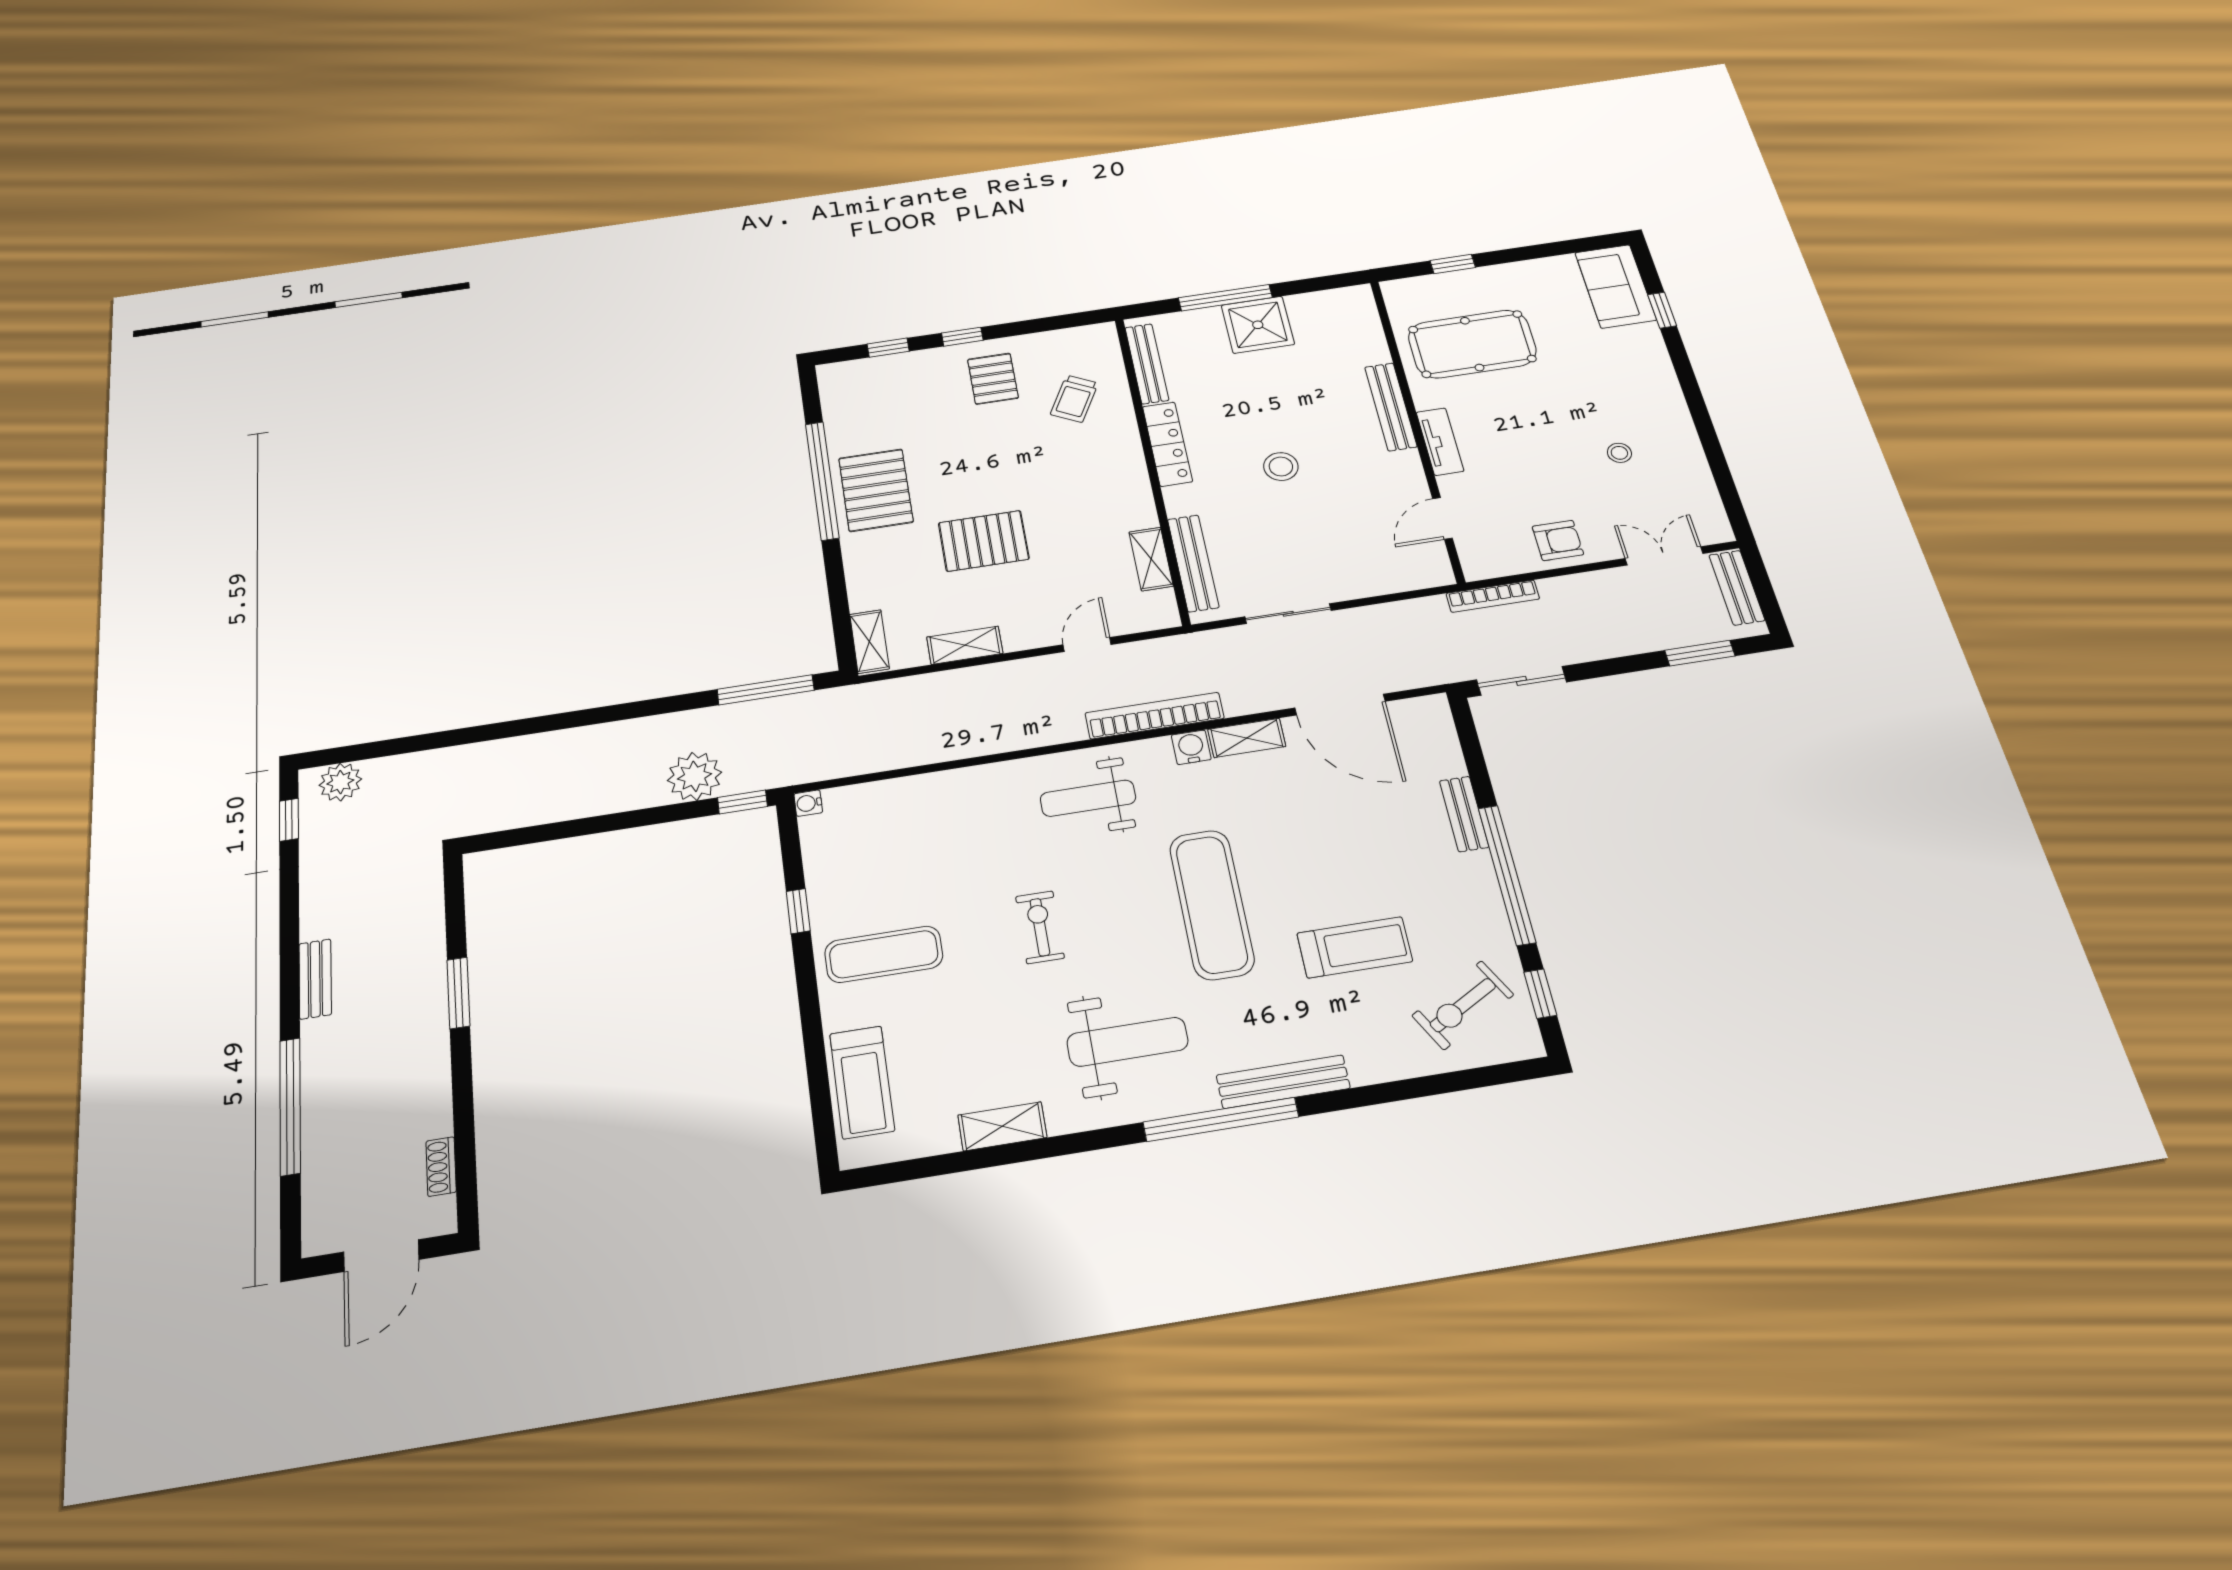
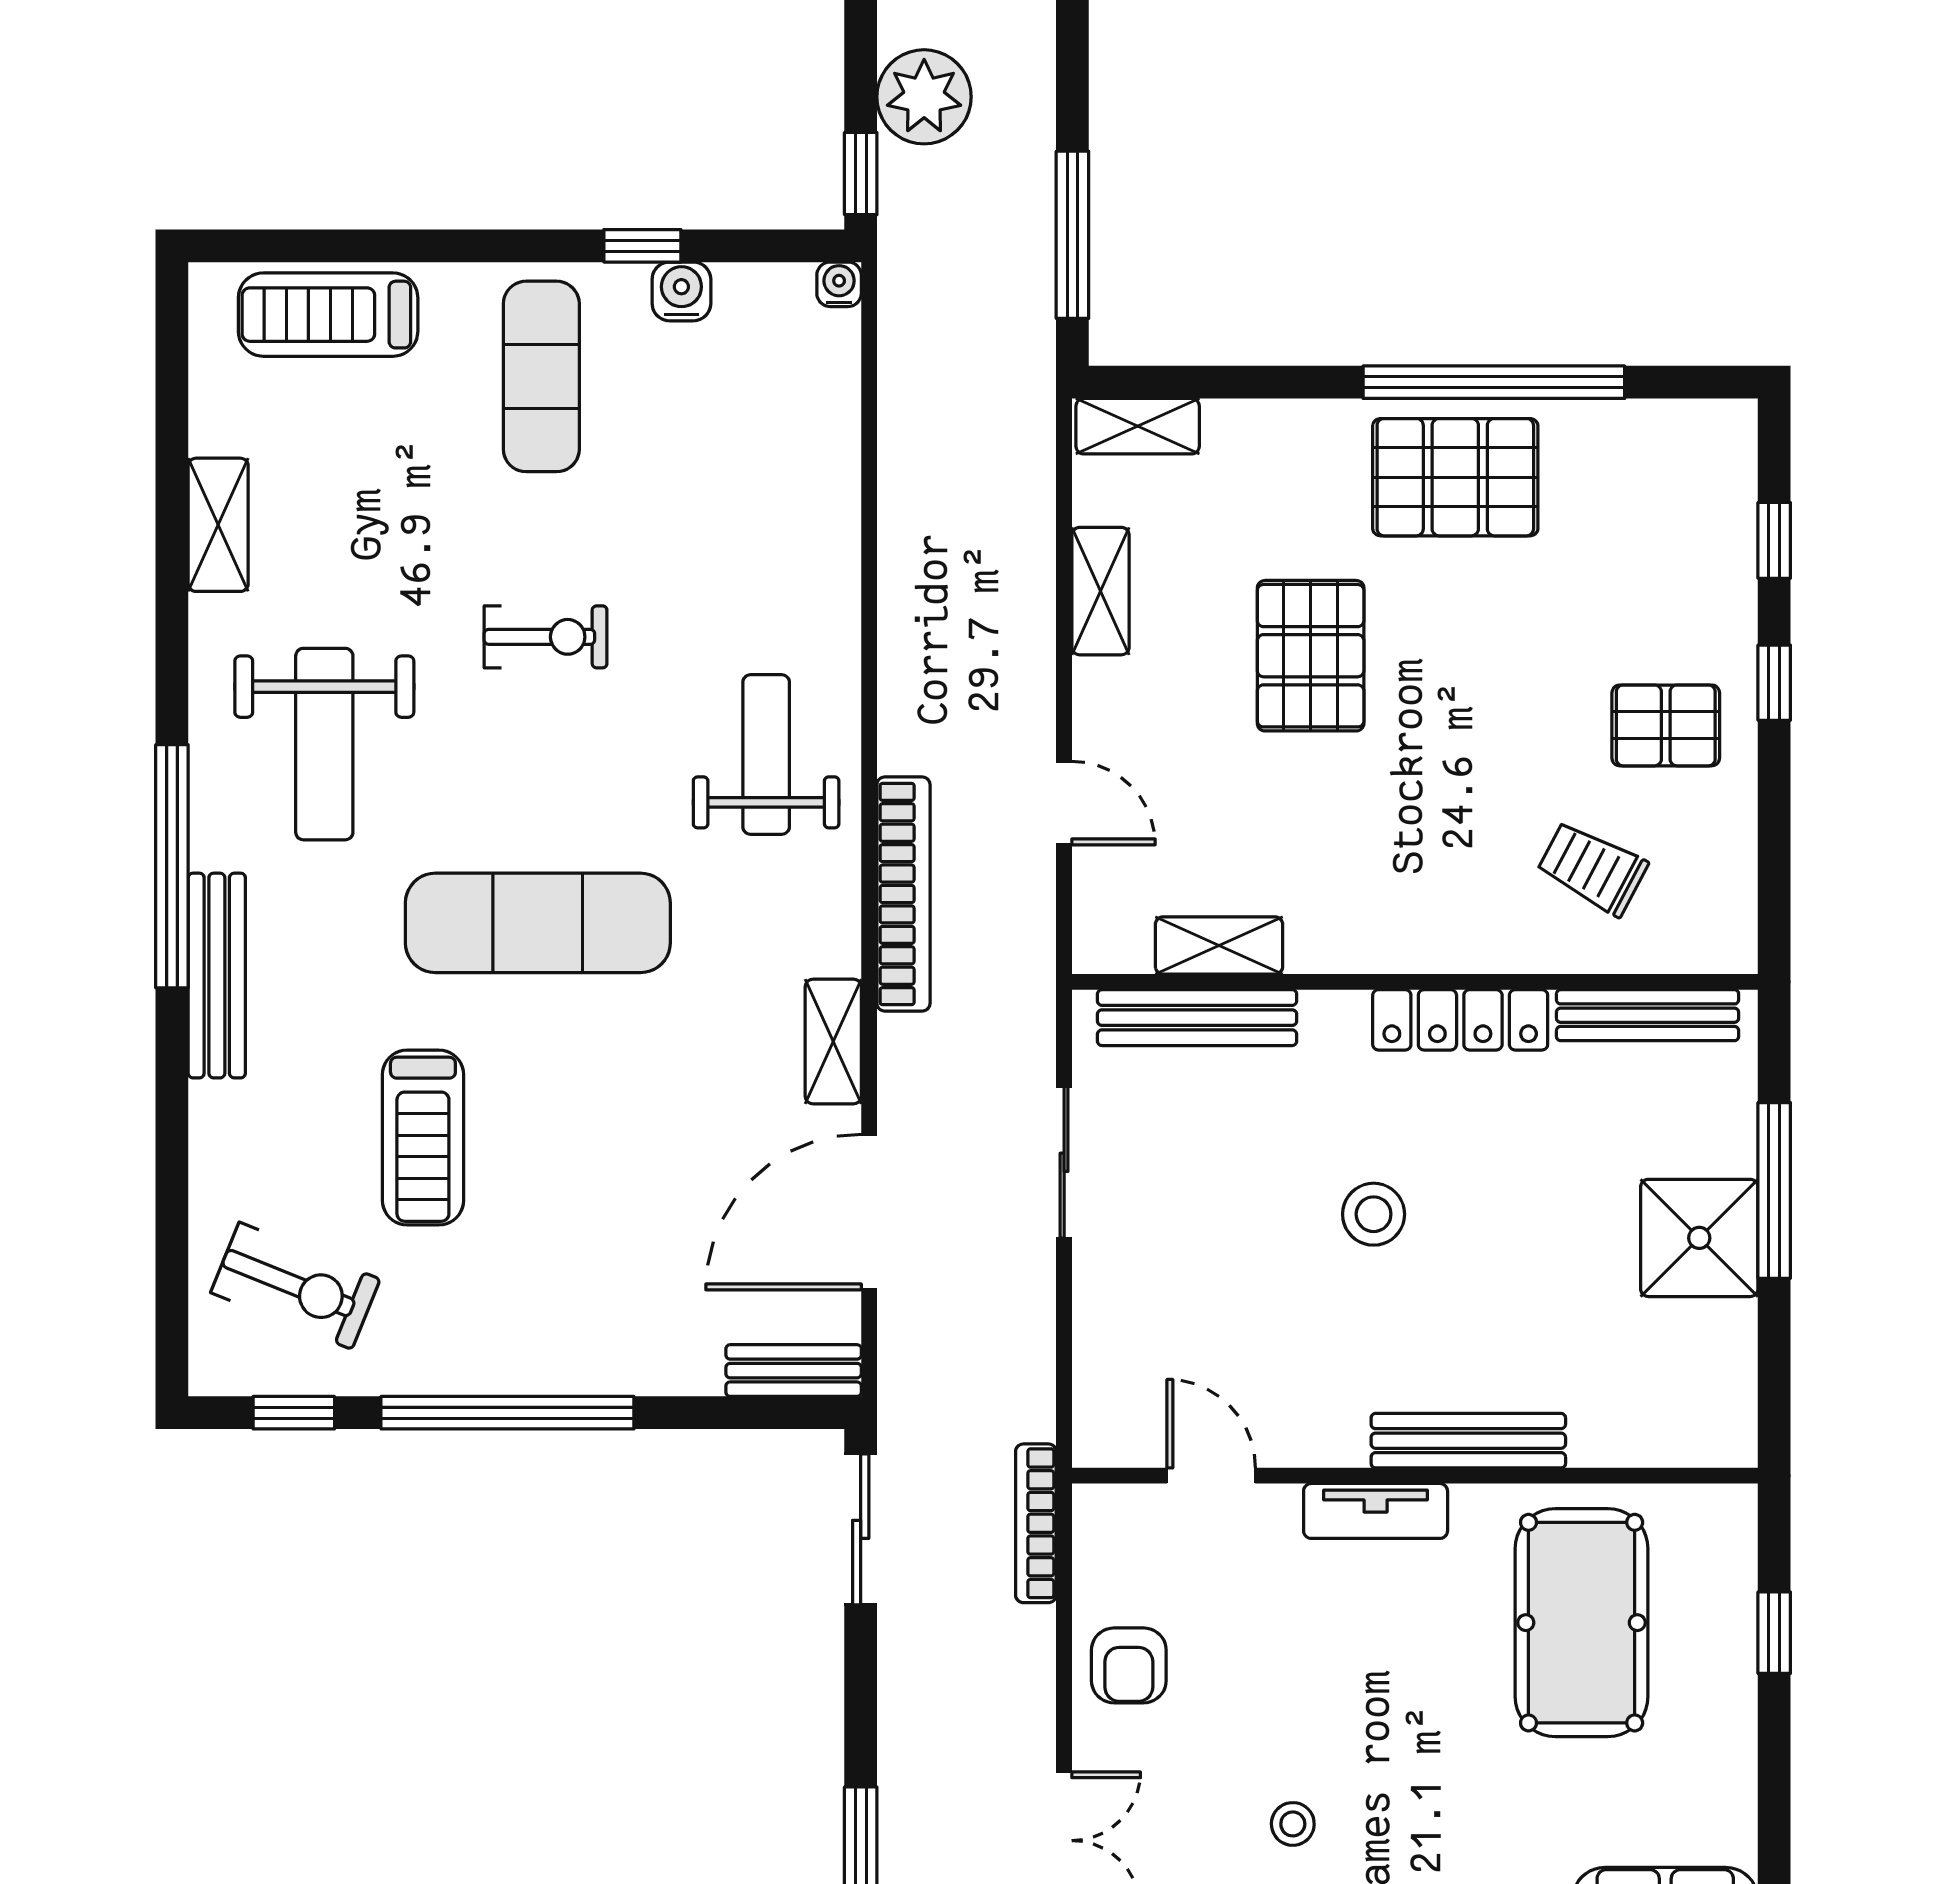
water cooler: (1191, 747) -> (681, 291), moved, turned -90
bench: (1464, 814) -> (794, 1371), moved
exercise bike: (1463, 1005) -> (295, 1286), turned 141

